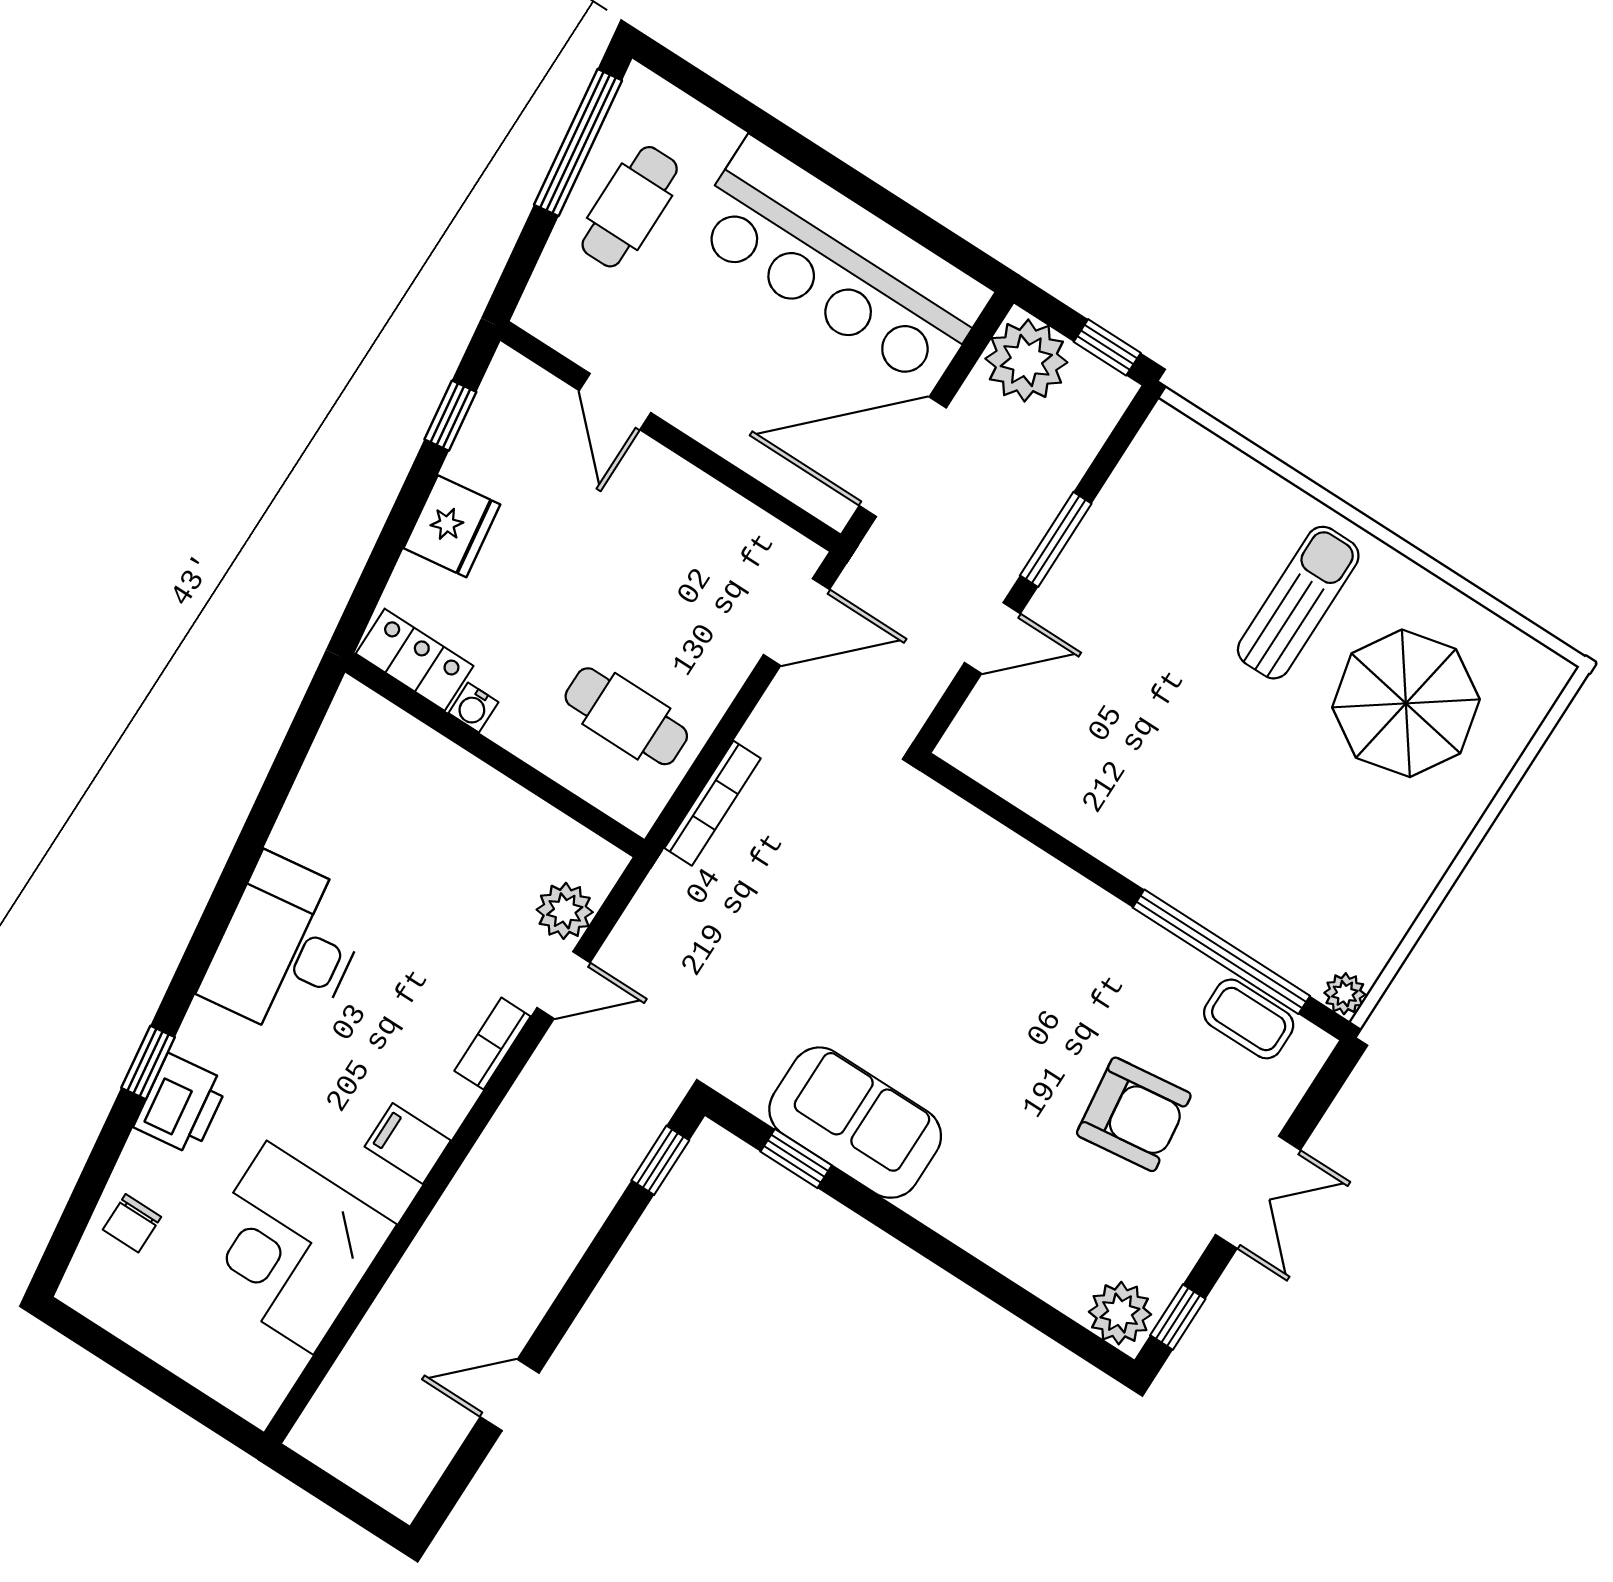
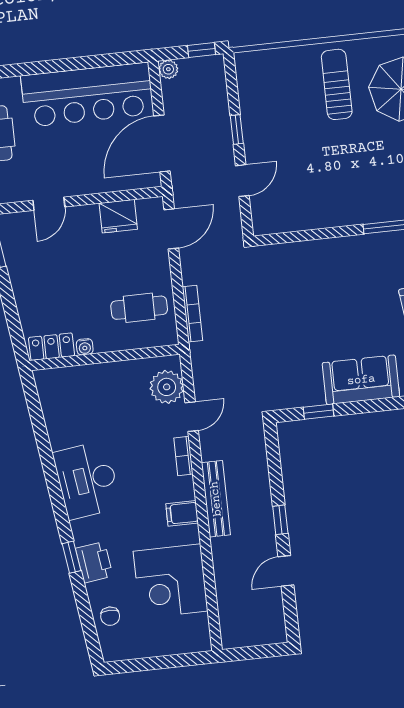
plant: (1026, 360) -> (168, 69), width x0.53, depth x0.53
door: (615, 402) -> (49, 204), hinge flipped
fridge: (452, 526) -> (118, 216), moved, turned 98
window: (1056, 539) -> (237, 130), width x0.67
plant: (565, 911) -> (167, 387), width x1.36, depth x1.36
sofa: (855, 1123) -> (361, 380), moved
window: (660, 1160) -> (280, 520), moved
bench: (489, 1166) -> (216, 499), added

